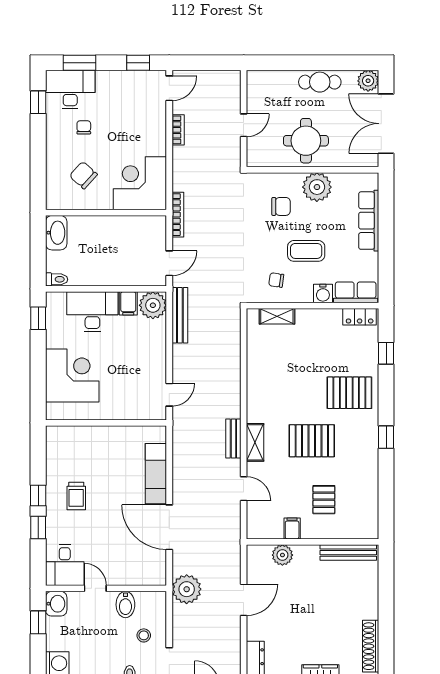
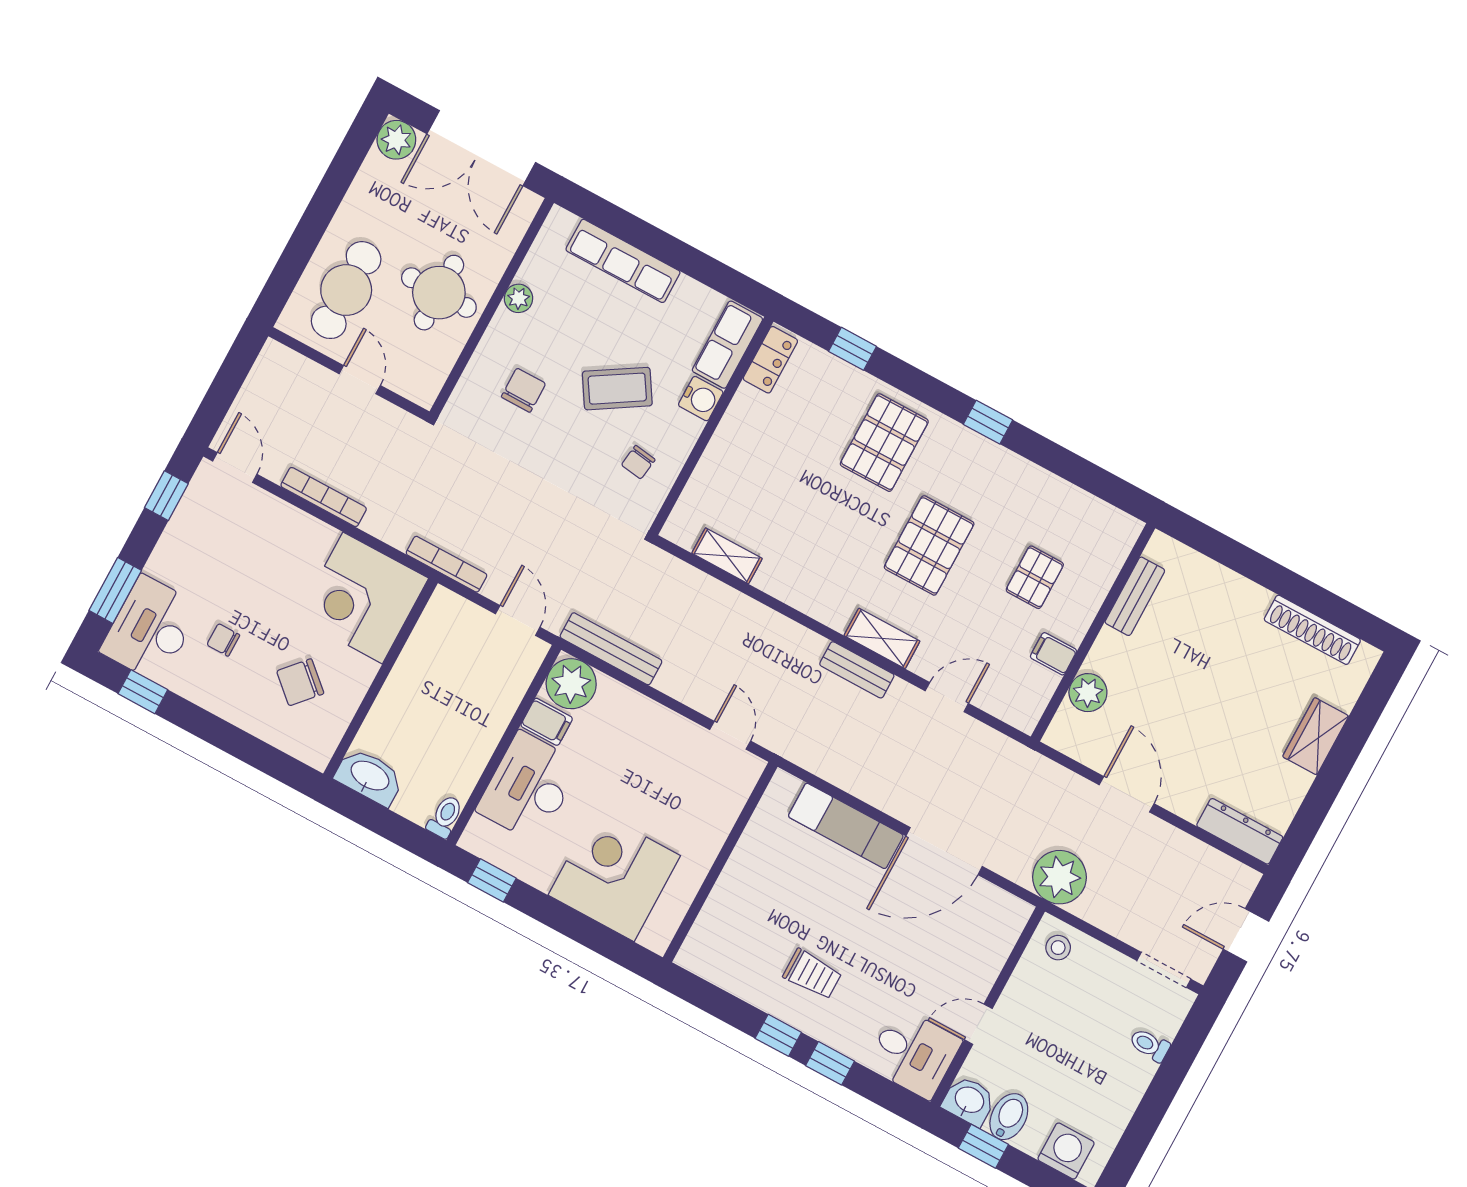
cafe table: (320, 82) -> (346, 290), moved, width x1.37, depth x1.35
bookcase: (178, 130) -> (324, 497), width x1.56
plant: (317, 187) -> (518, 298), width x0.53, depth x0.53
coffee table: (306, 251) -> (617, 389), turned 58
shelving: (277, 316) -> (727, 556), moved, turned 90
pallet: (324, 500) -> (1035, 577), turned 90
bench: (348, 553) -> (1135, 596), width x0.73
bidet: (125, 605) -> (1009, 1117), moved, turned -90
stool: (144, 635) -> (1058, 948), moved

